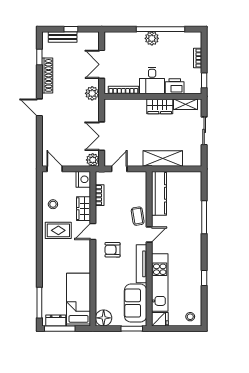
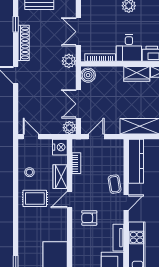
boiler: (111, 108) -> (88, 75), added
tv unit: (141, 264) -> (118, 238), width x0.71

